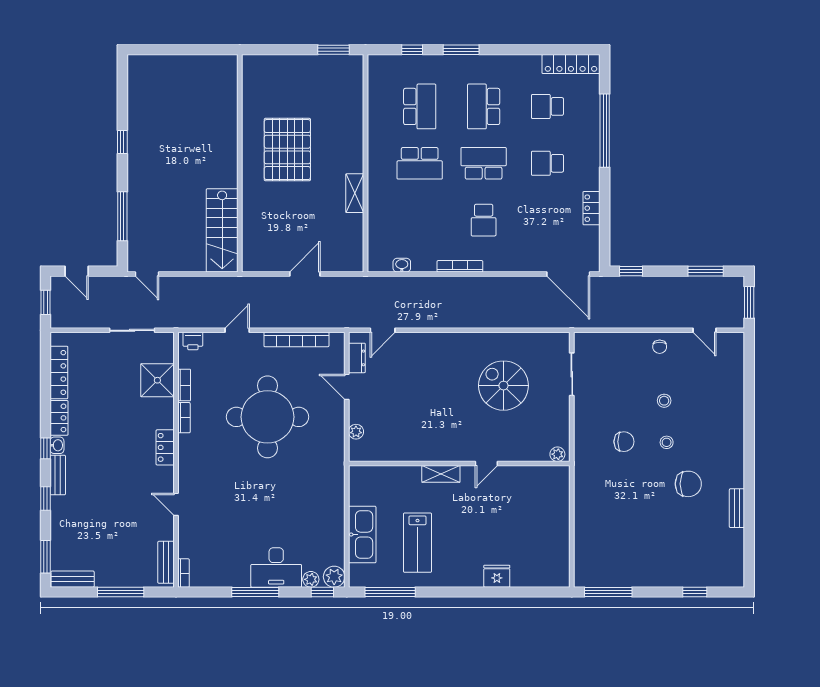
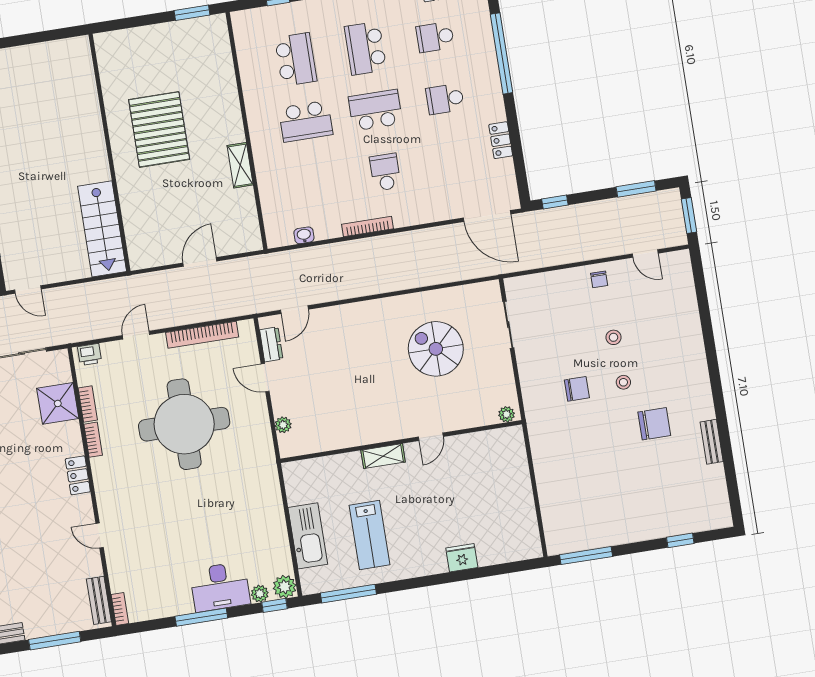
school desk: (484, 220) -> (385, 172), turned 180

